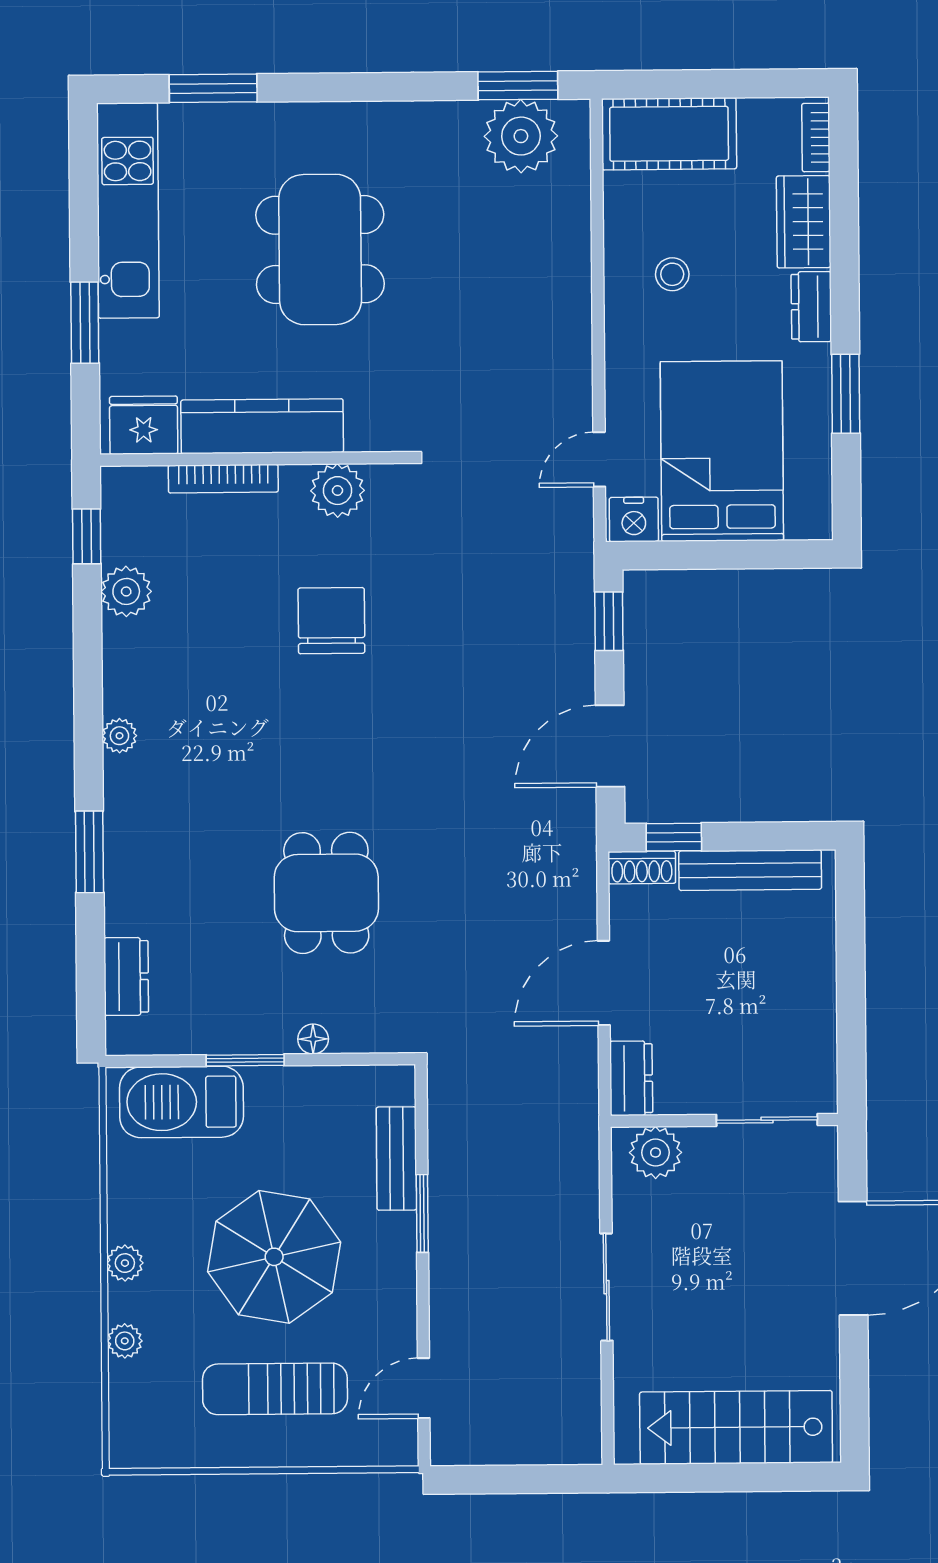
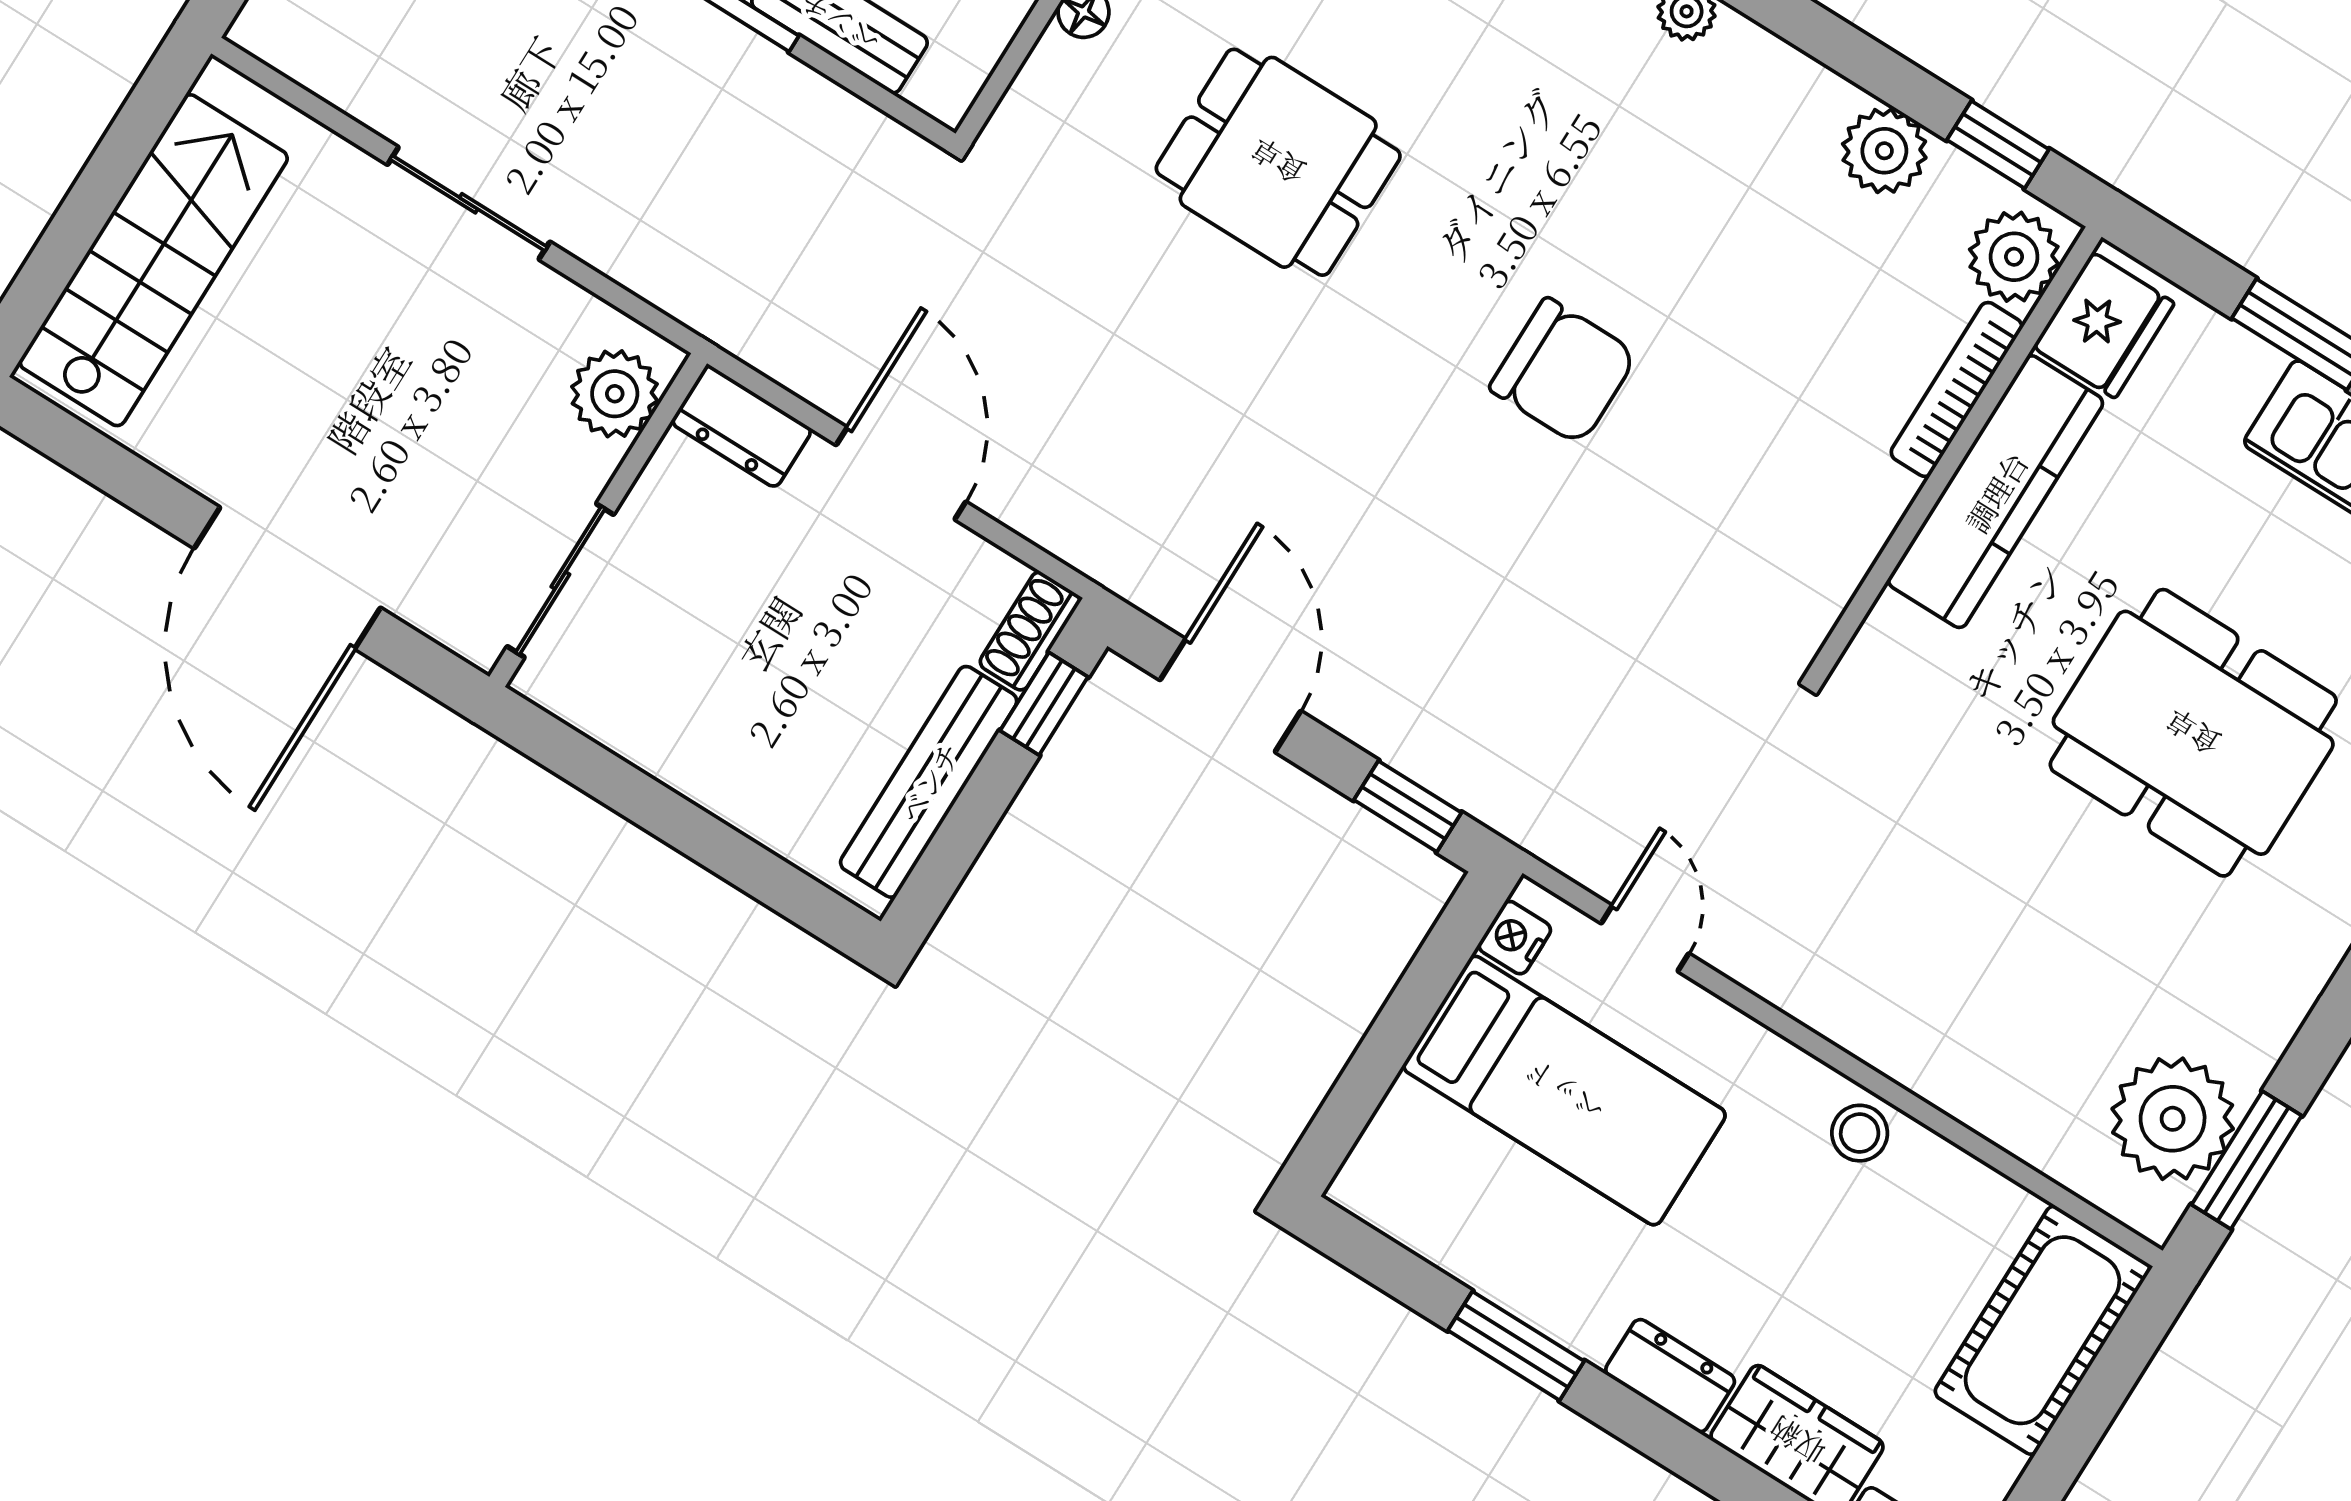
stool: (672, 274) -> (1860, 1133), moved
bed: (722, 451) -> (1564, 1091), width x0.67
plant: (338, 491) -> (2014, 257), moved
nightstand: (634, 520) -> (1515, 938), width x0.72, depth x0.74
chair: (331, 621) -> (1563, 371), moved

